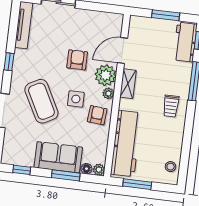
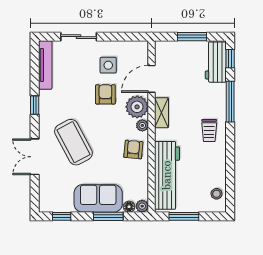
side table: (76, 99) -> (108, 65), moved

